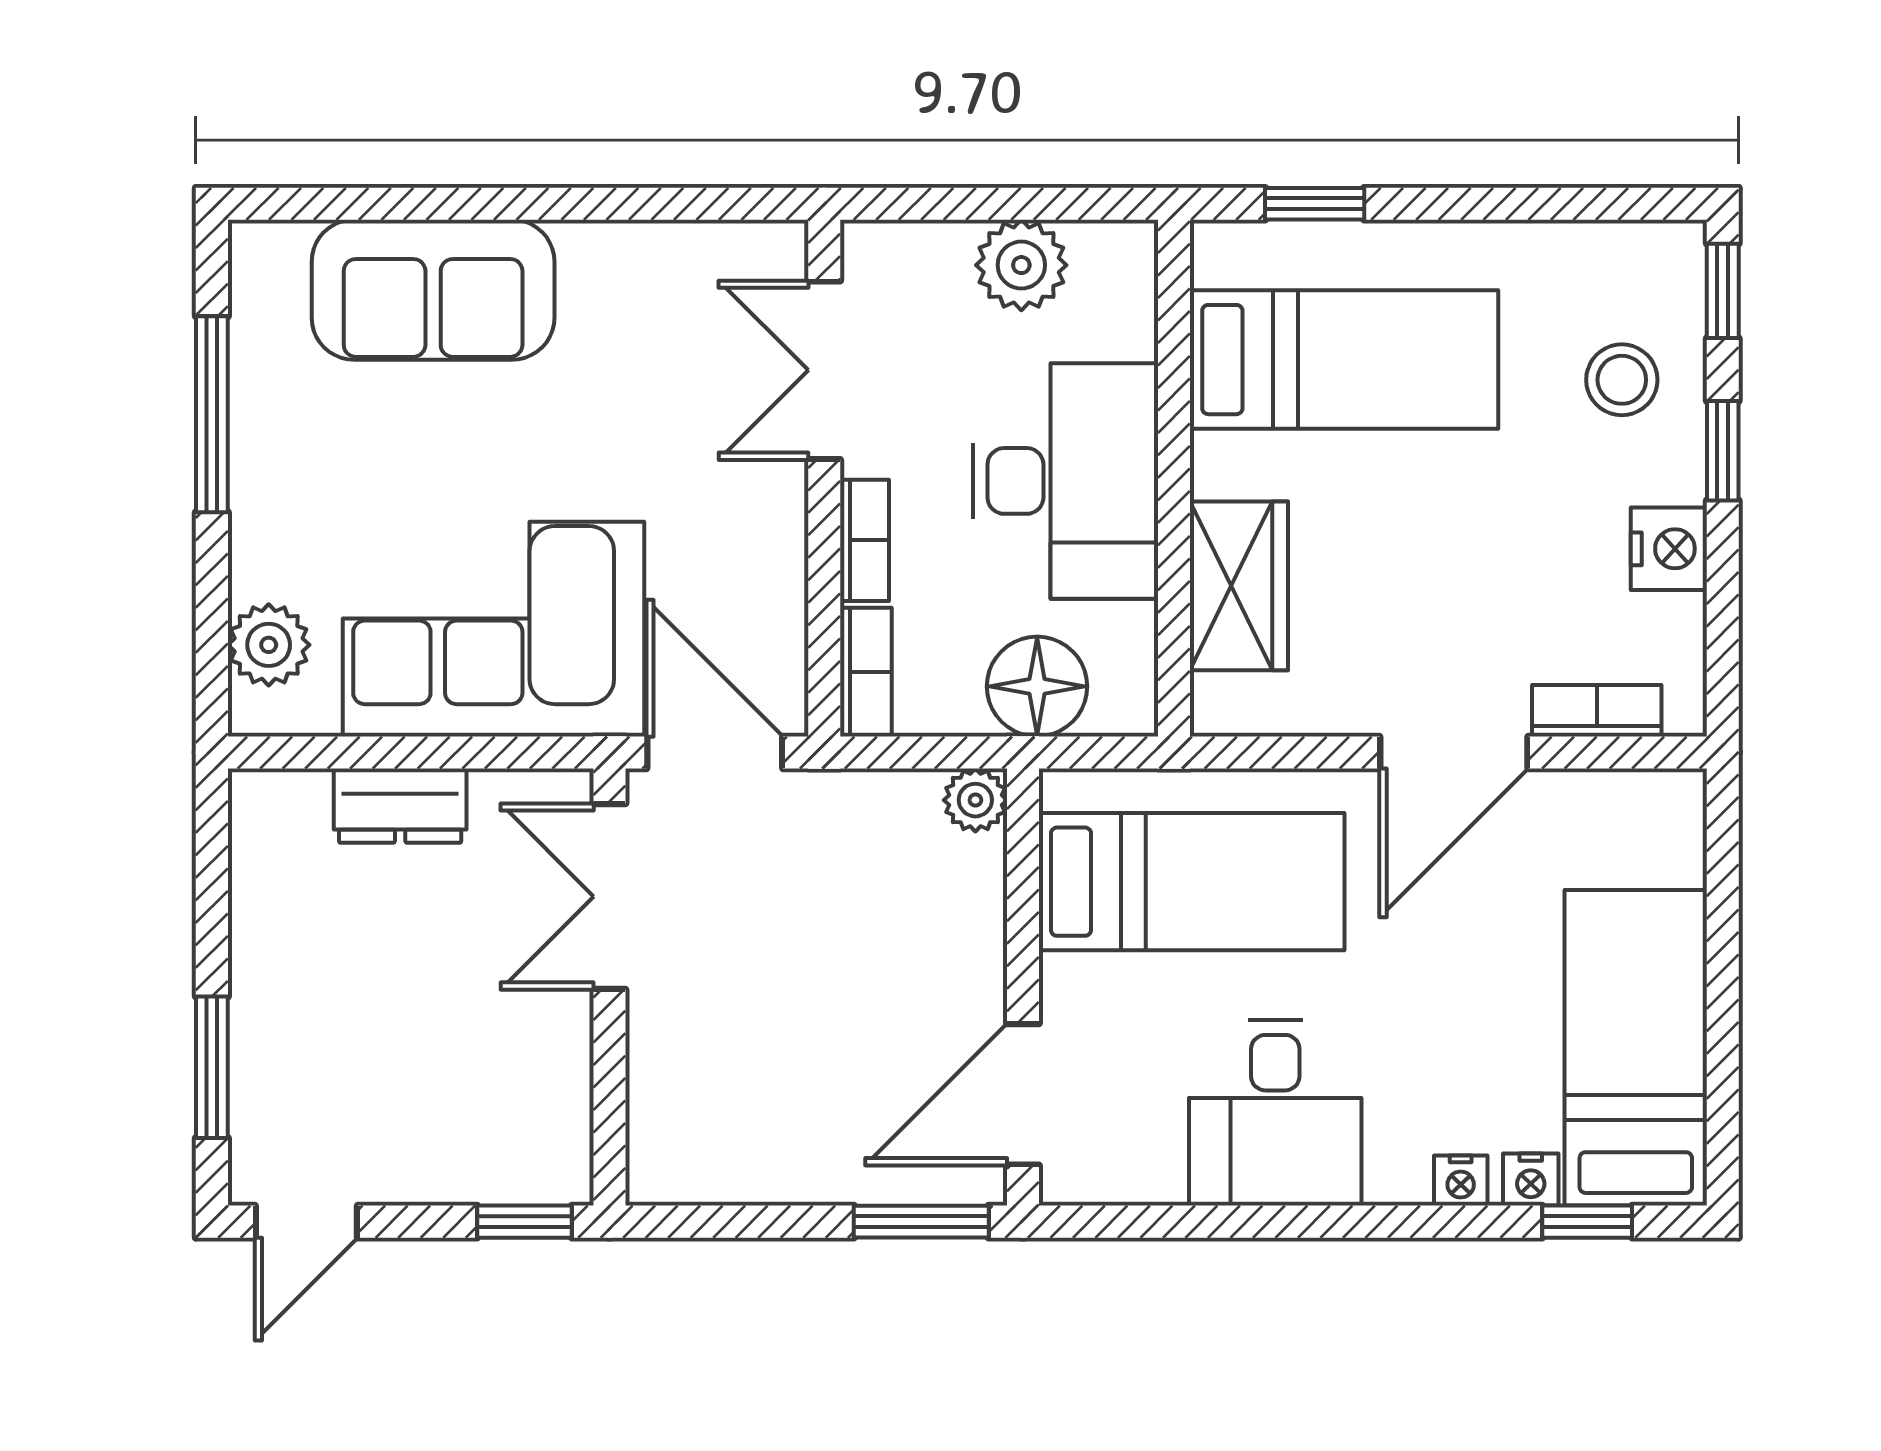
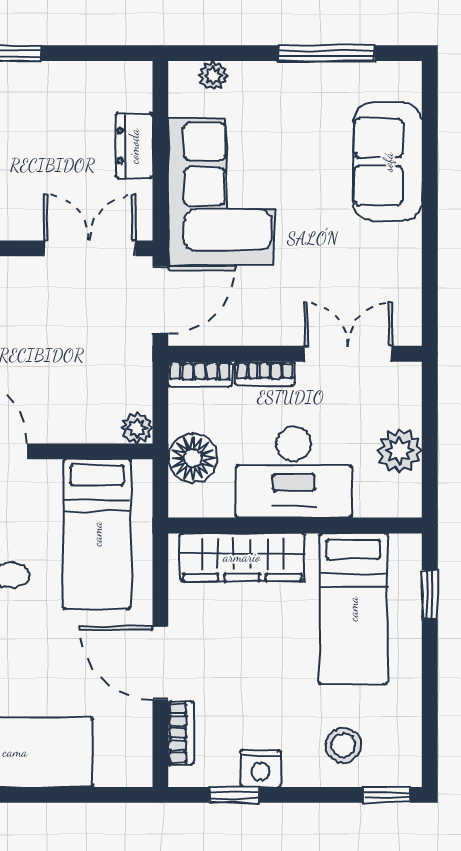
window: (1723, 451) -> (234, 795), moved
wardrobe: (1239, 586) -> (242, 557), width x1.50
plant: (269, 645) -> (213, 76), width x0.73, depth x0.73

